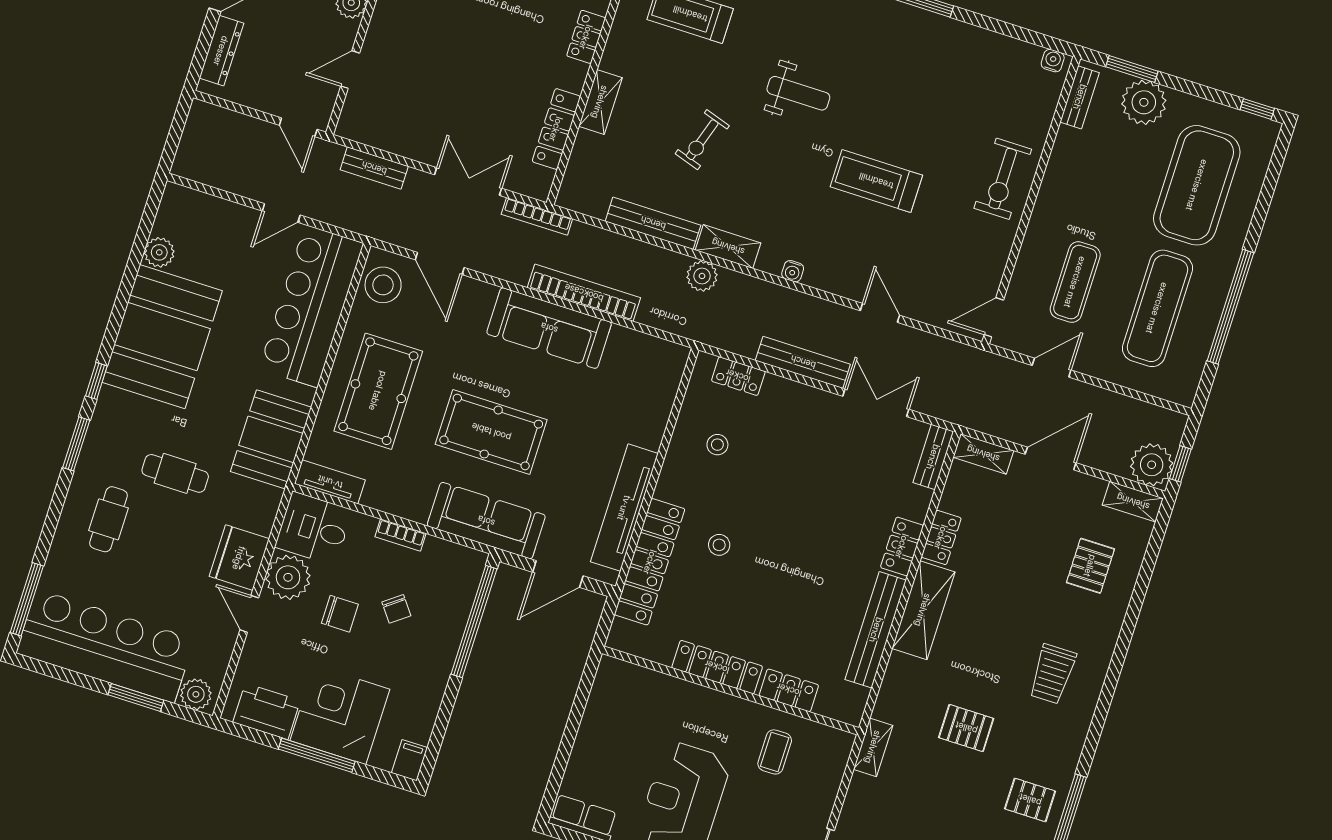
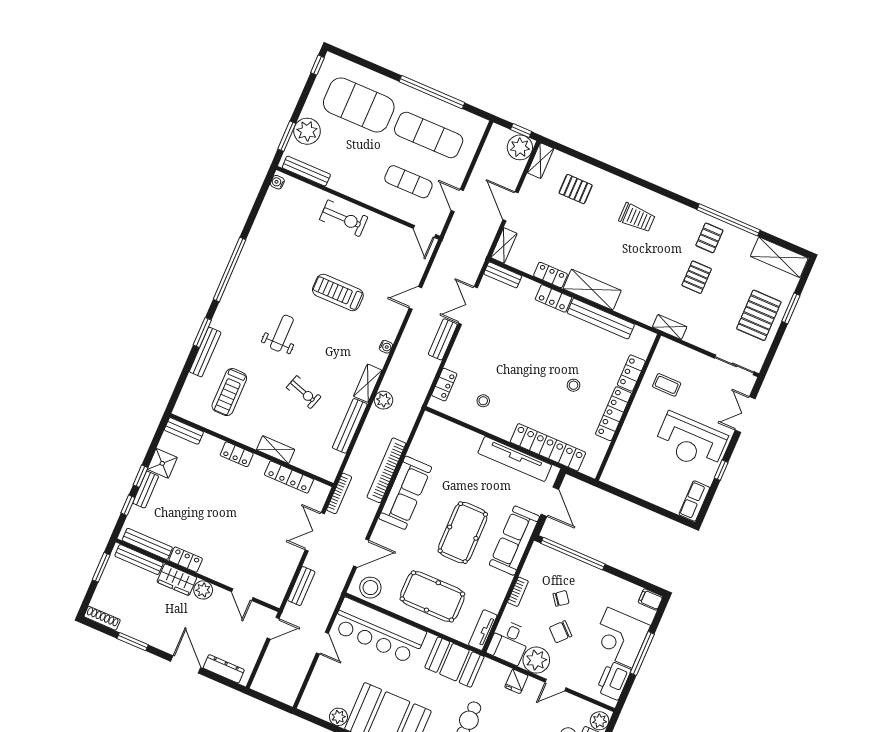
bench: (1080, 97) -> (306, 171), width x1.36
treadmill: (876, 181) -> (338, 292), turned 90
bench: (803, 362) -> (443, 339), width x0.73
stool: (719, 545) -> (574, 385), moved
fridge: (239, 558) -> (516, 681), width x0.53, depth x0.75
chair: (340, 614) -> (561, 632), turned -137
pallet: (966, 728) -> (697, 277), moved

